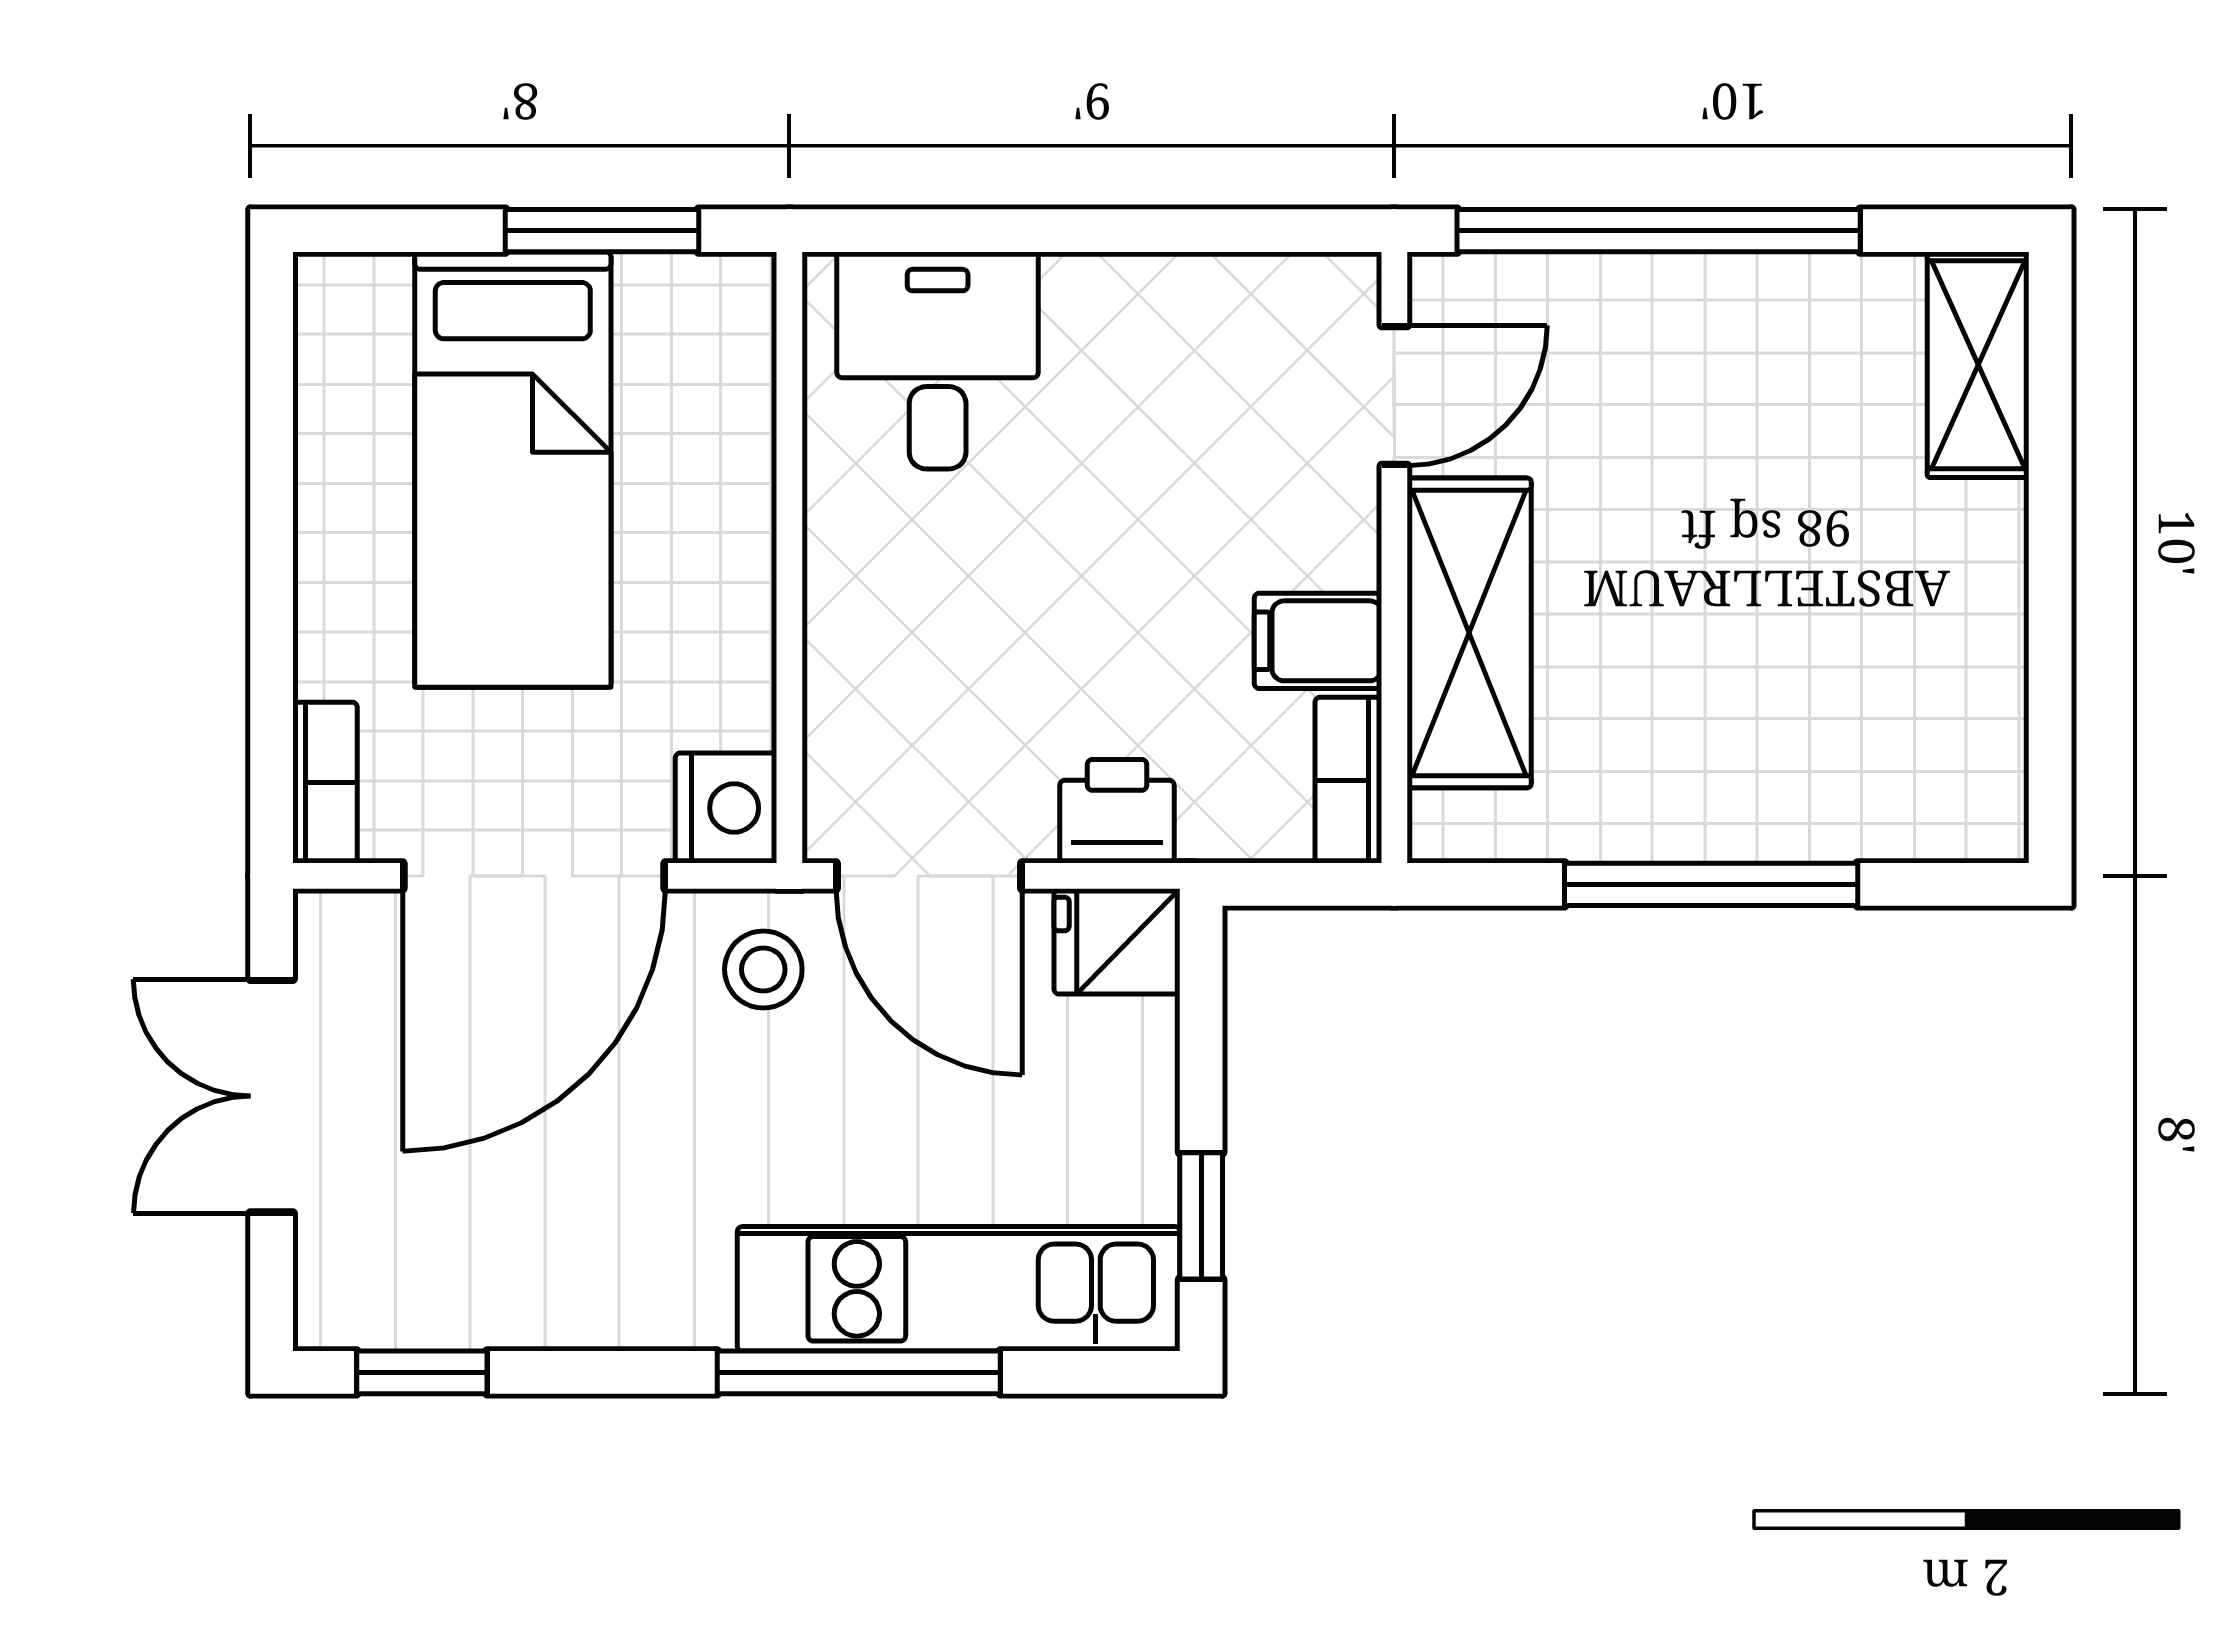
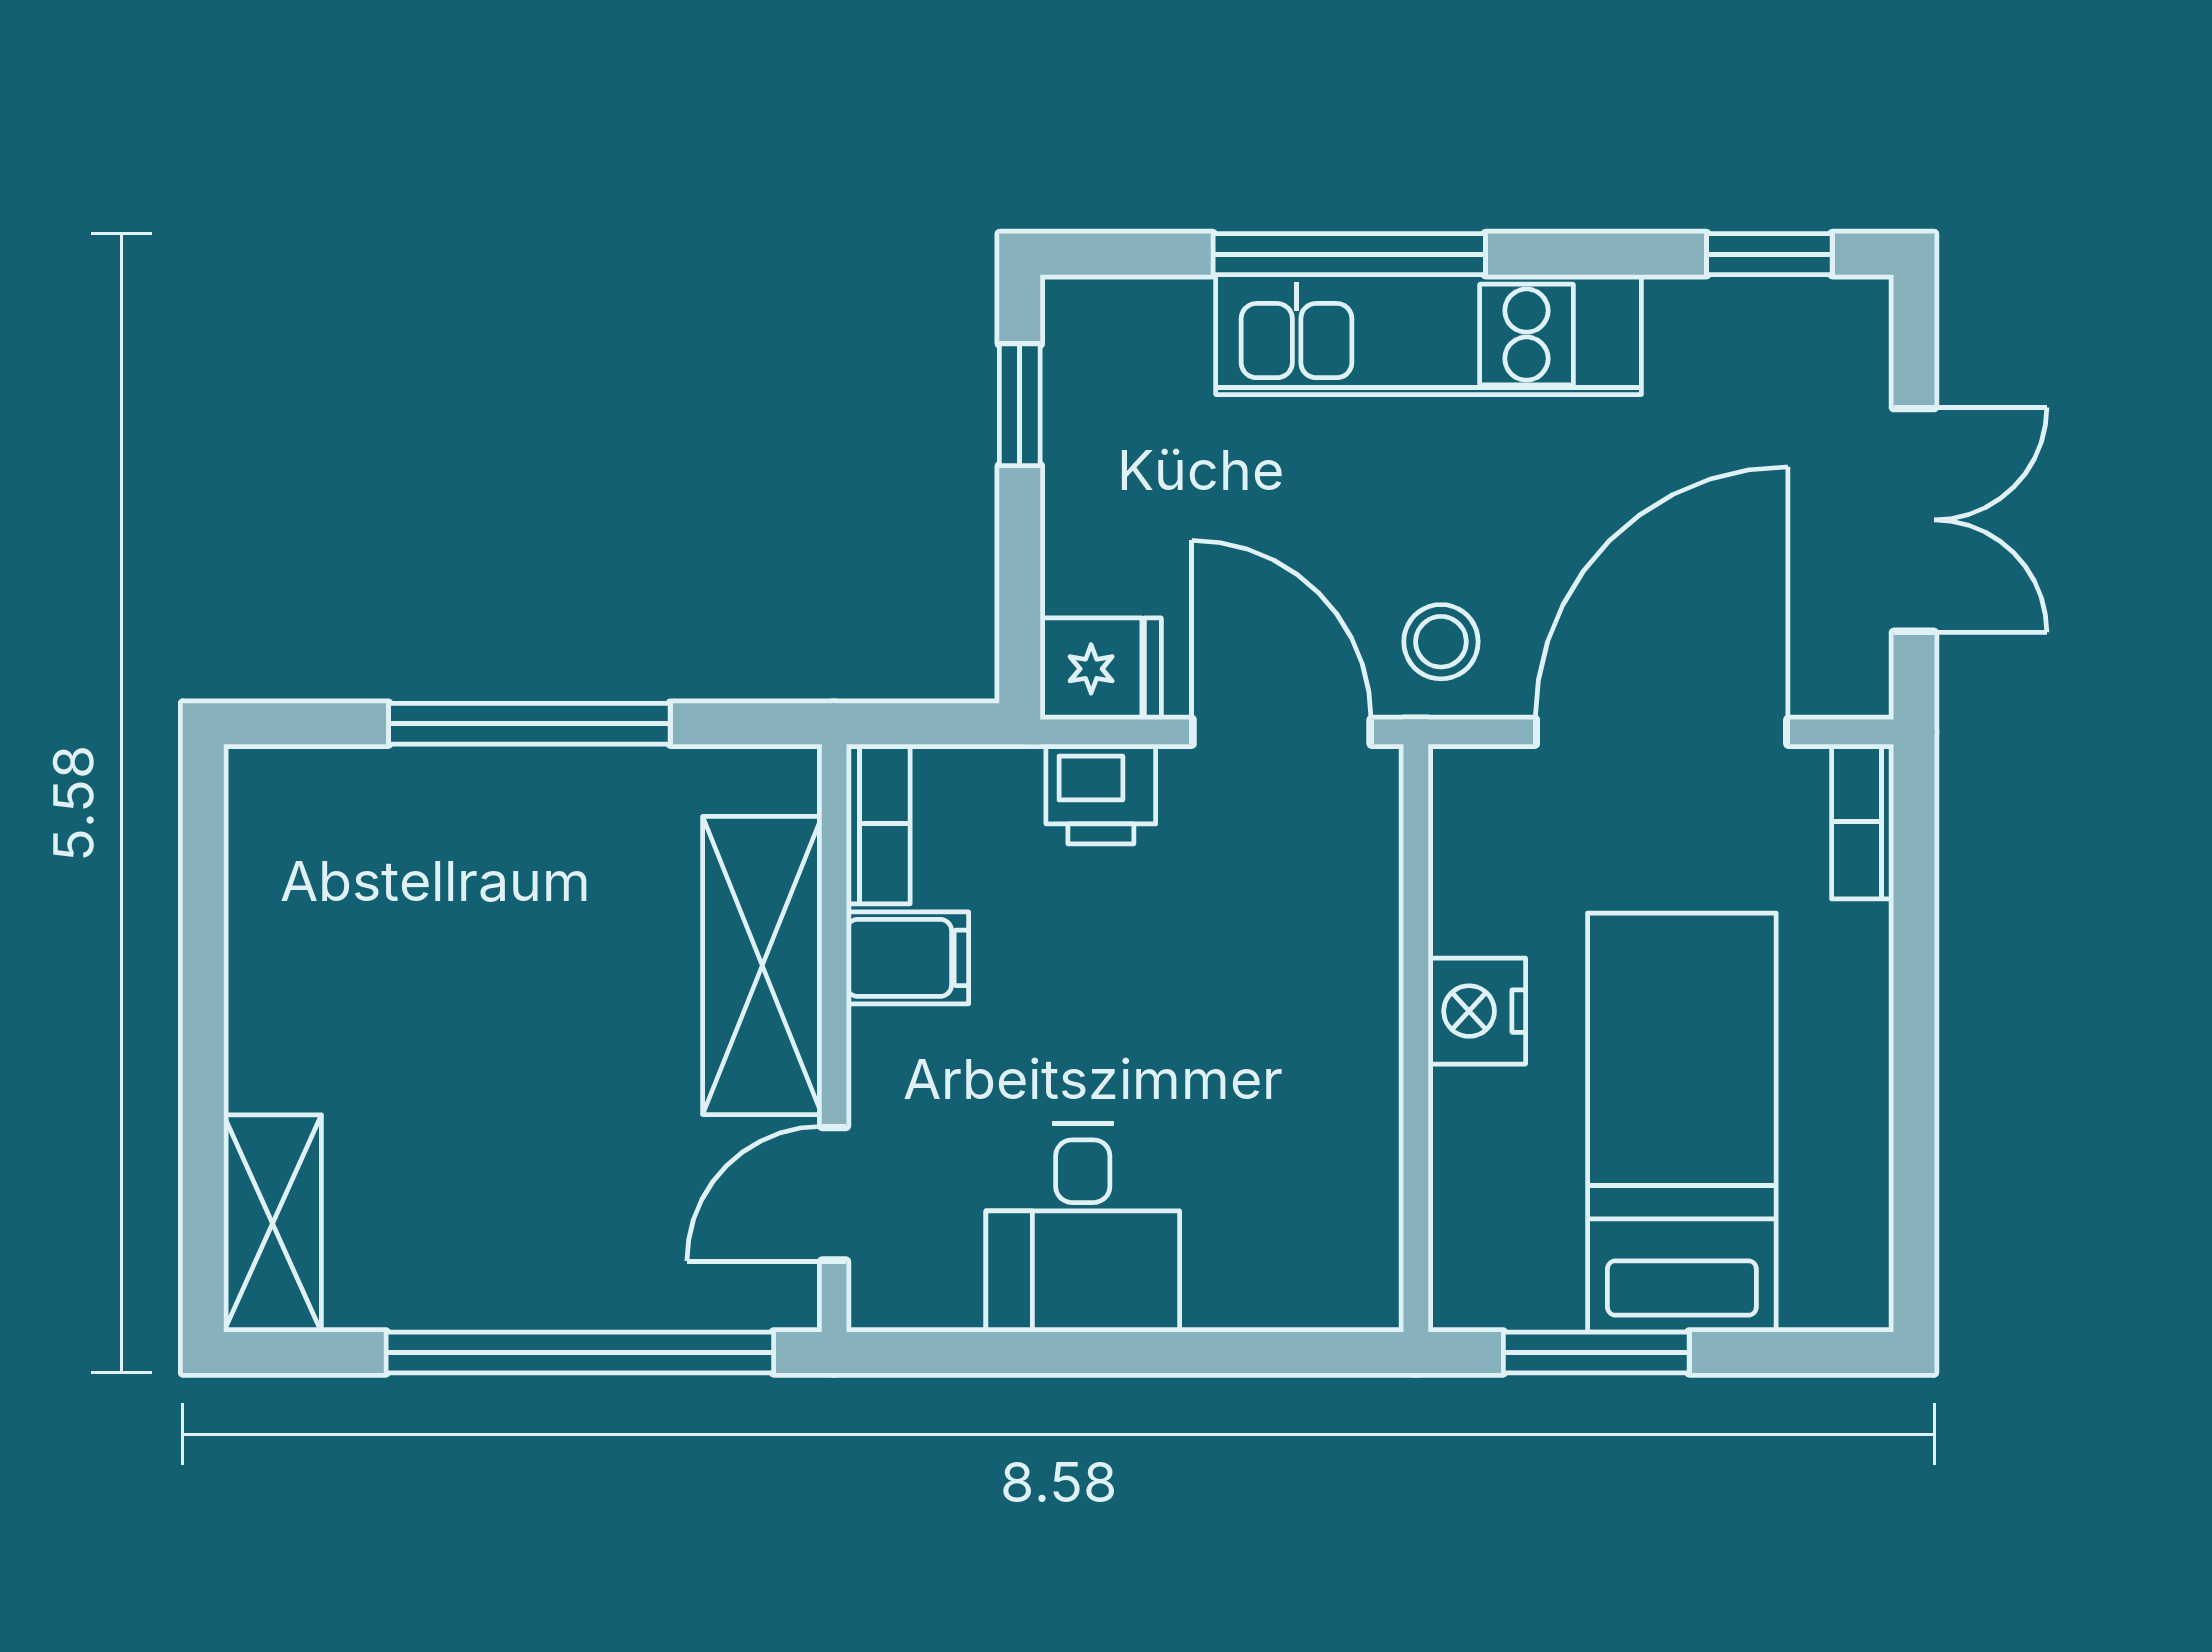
desk: (938, 360) -> (1083, 1228), moved
nightstand: (726, 808) -> (1477, 1011), moved
kitchen unit: (959, 1289) -> (1429, 335), moved

